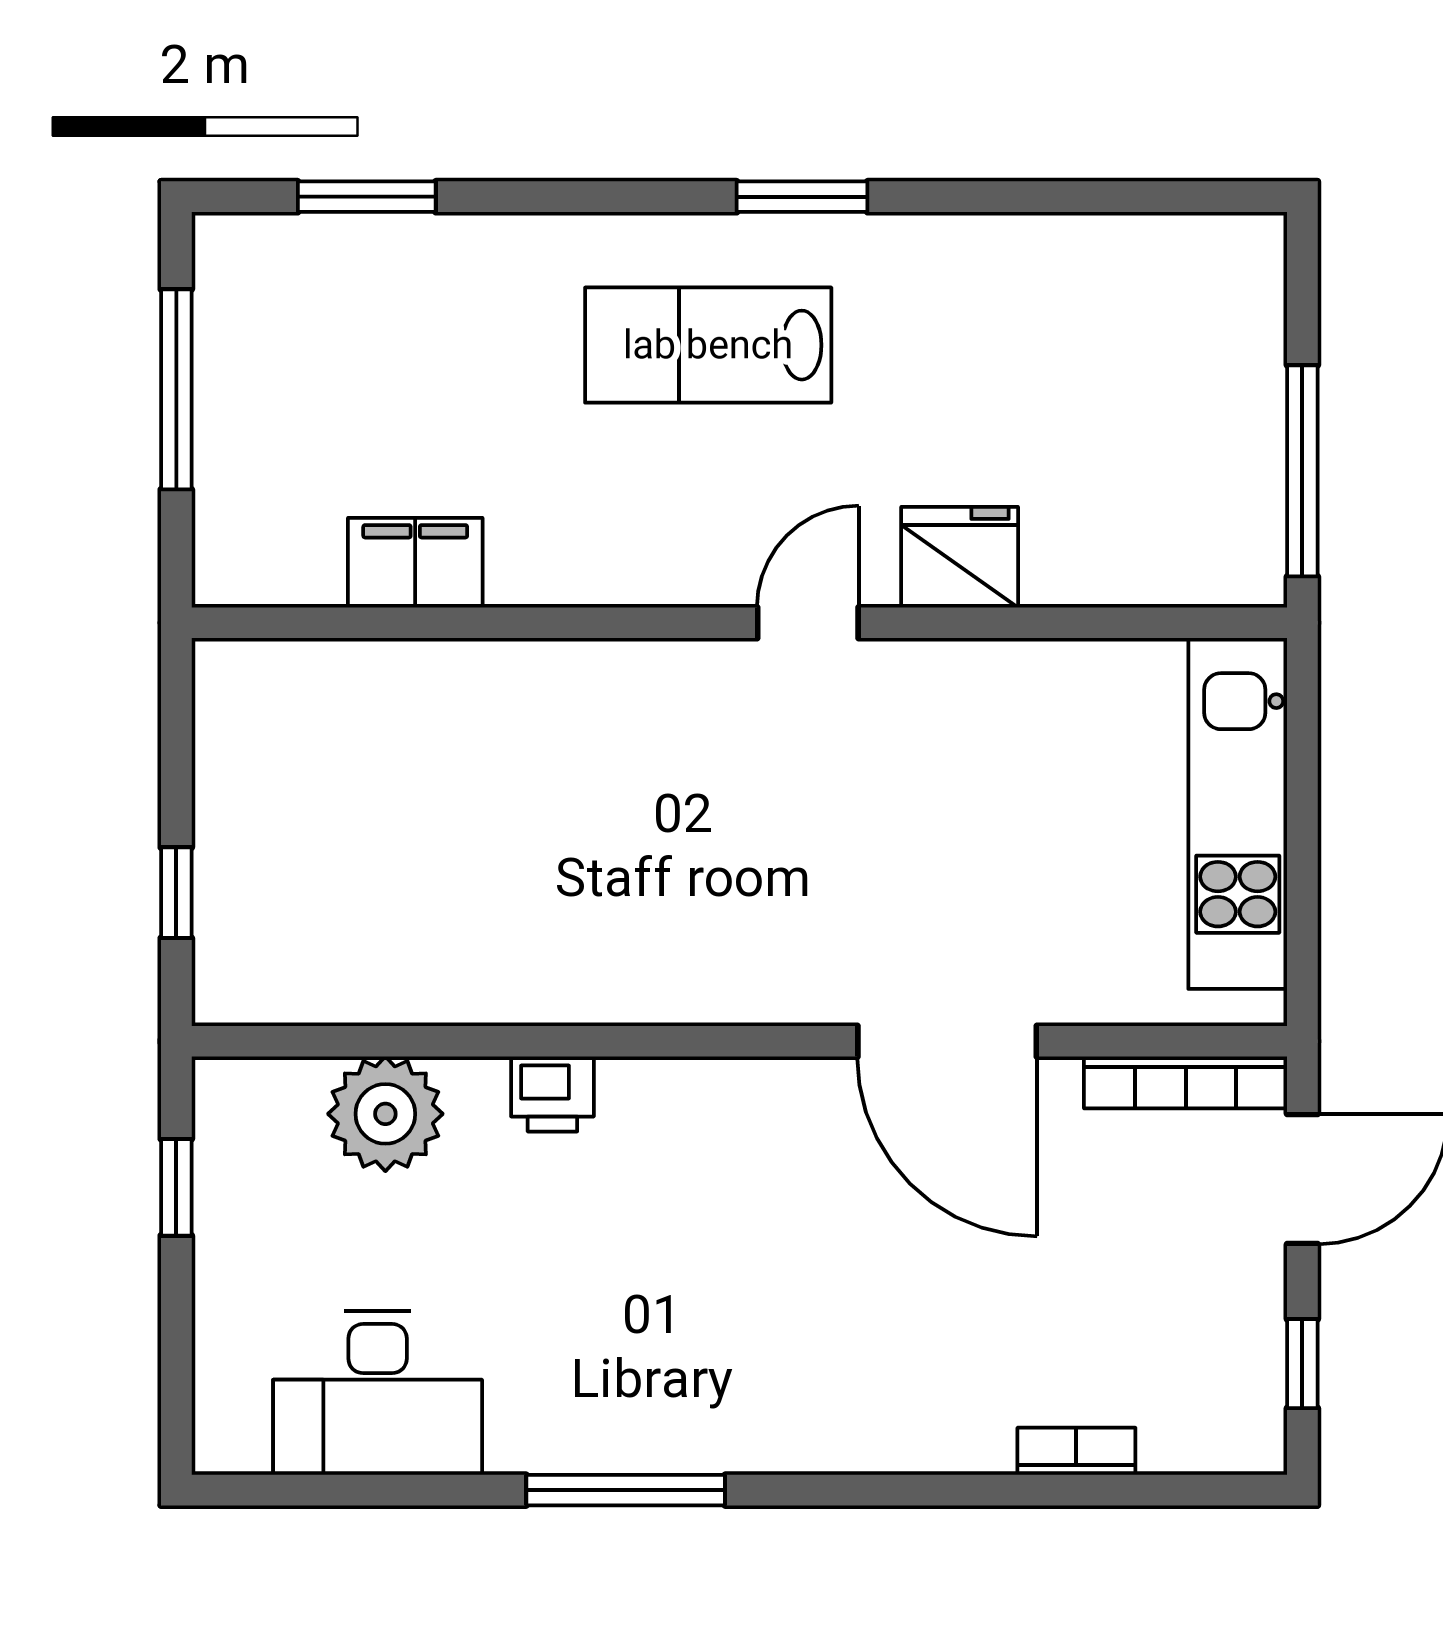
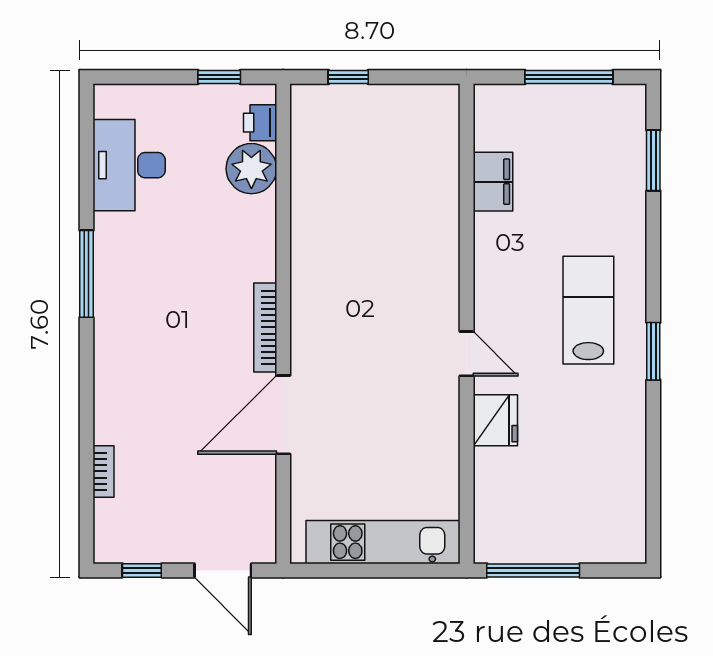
bookcase: (1186, 1082) -> (265, 327), moved
printer: (552, 1094) -> (260, 123), moved

